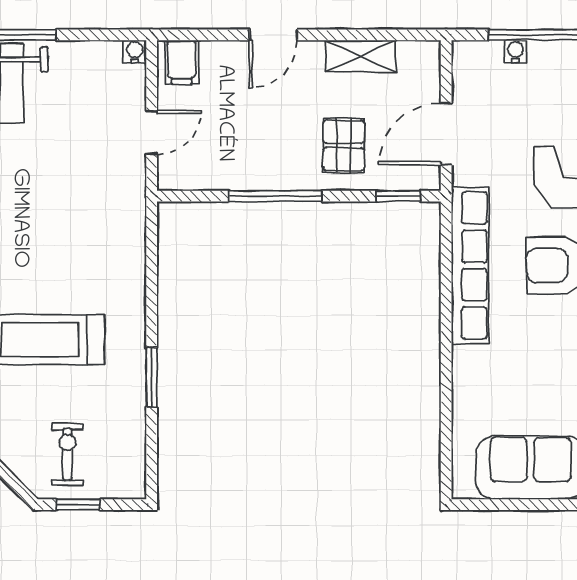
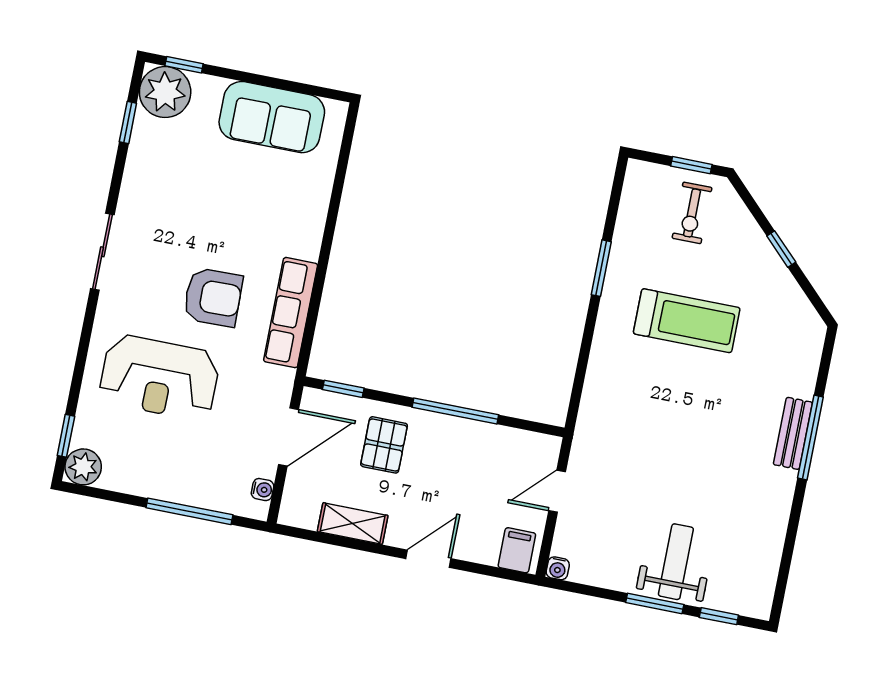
water cooler: (516, 51) -> (263, 490), moved, turned -90
row of seats: (470, 265) -> (291, 313), width x0.73

